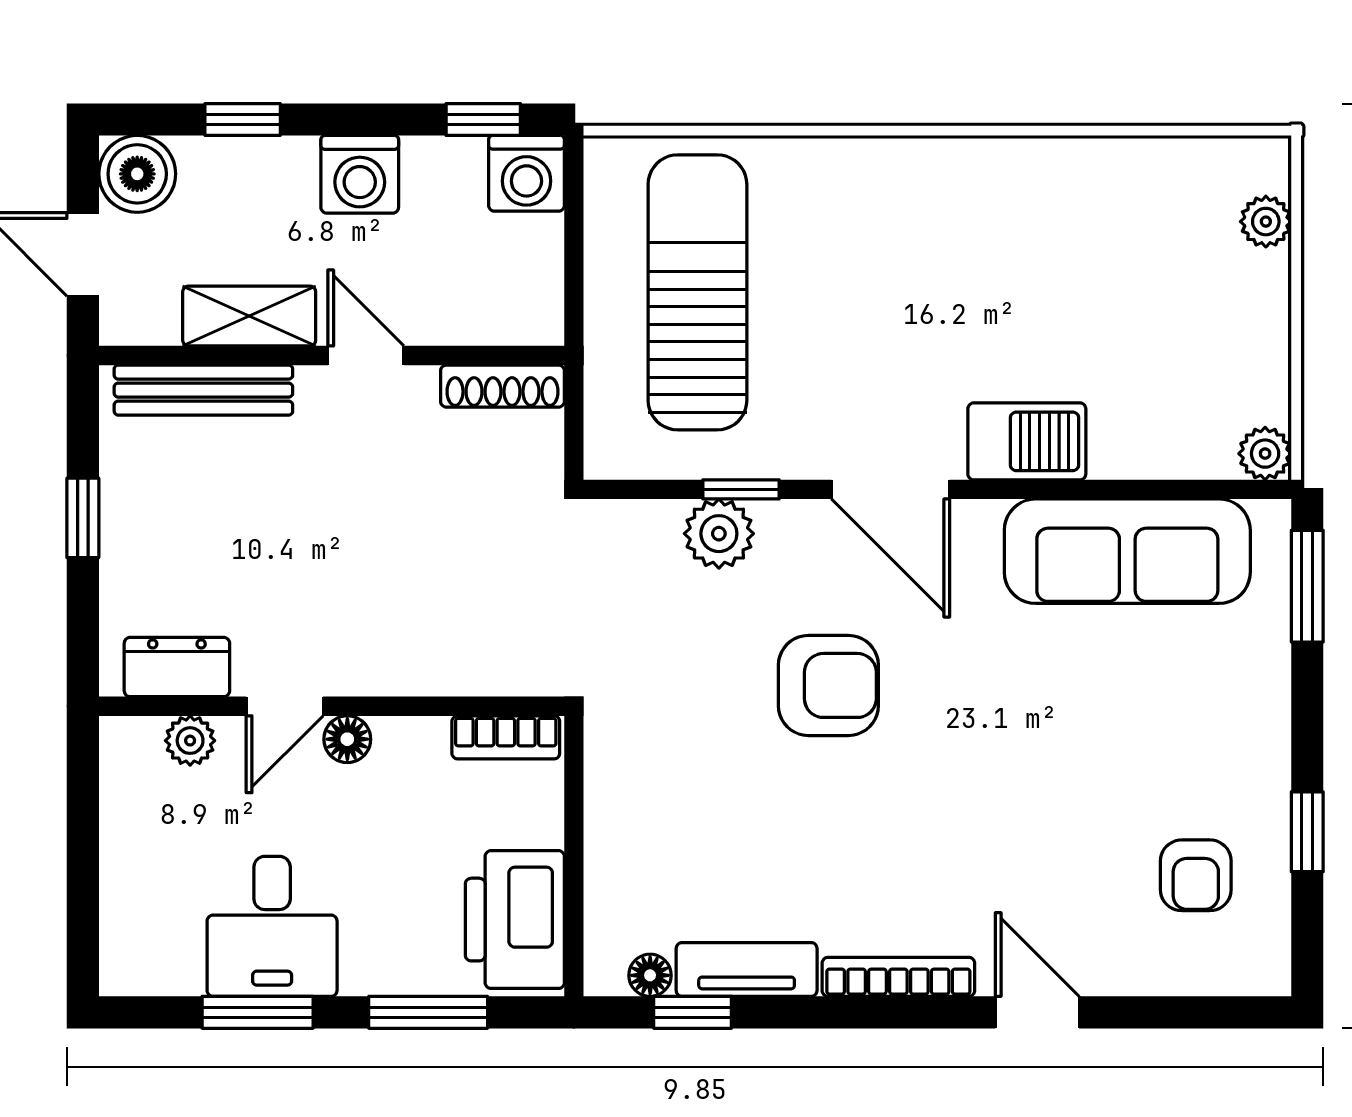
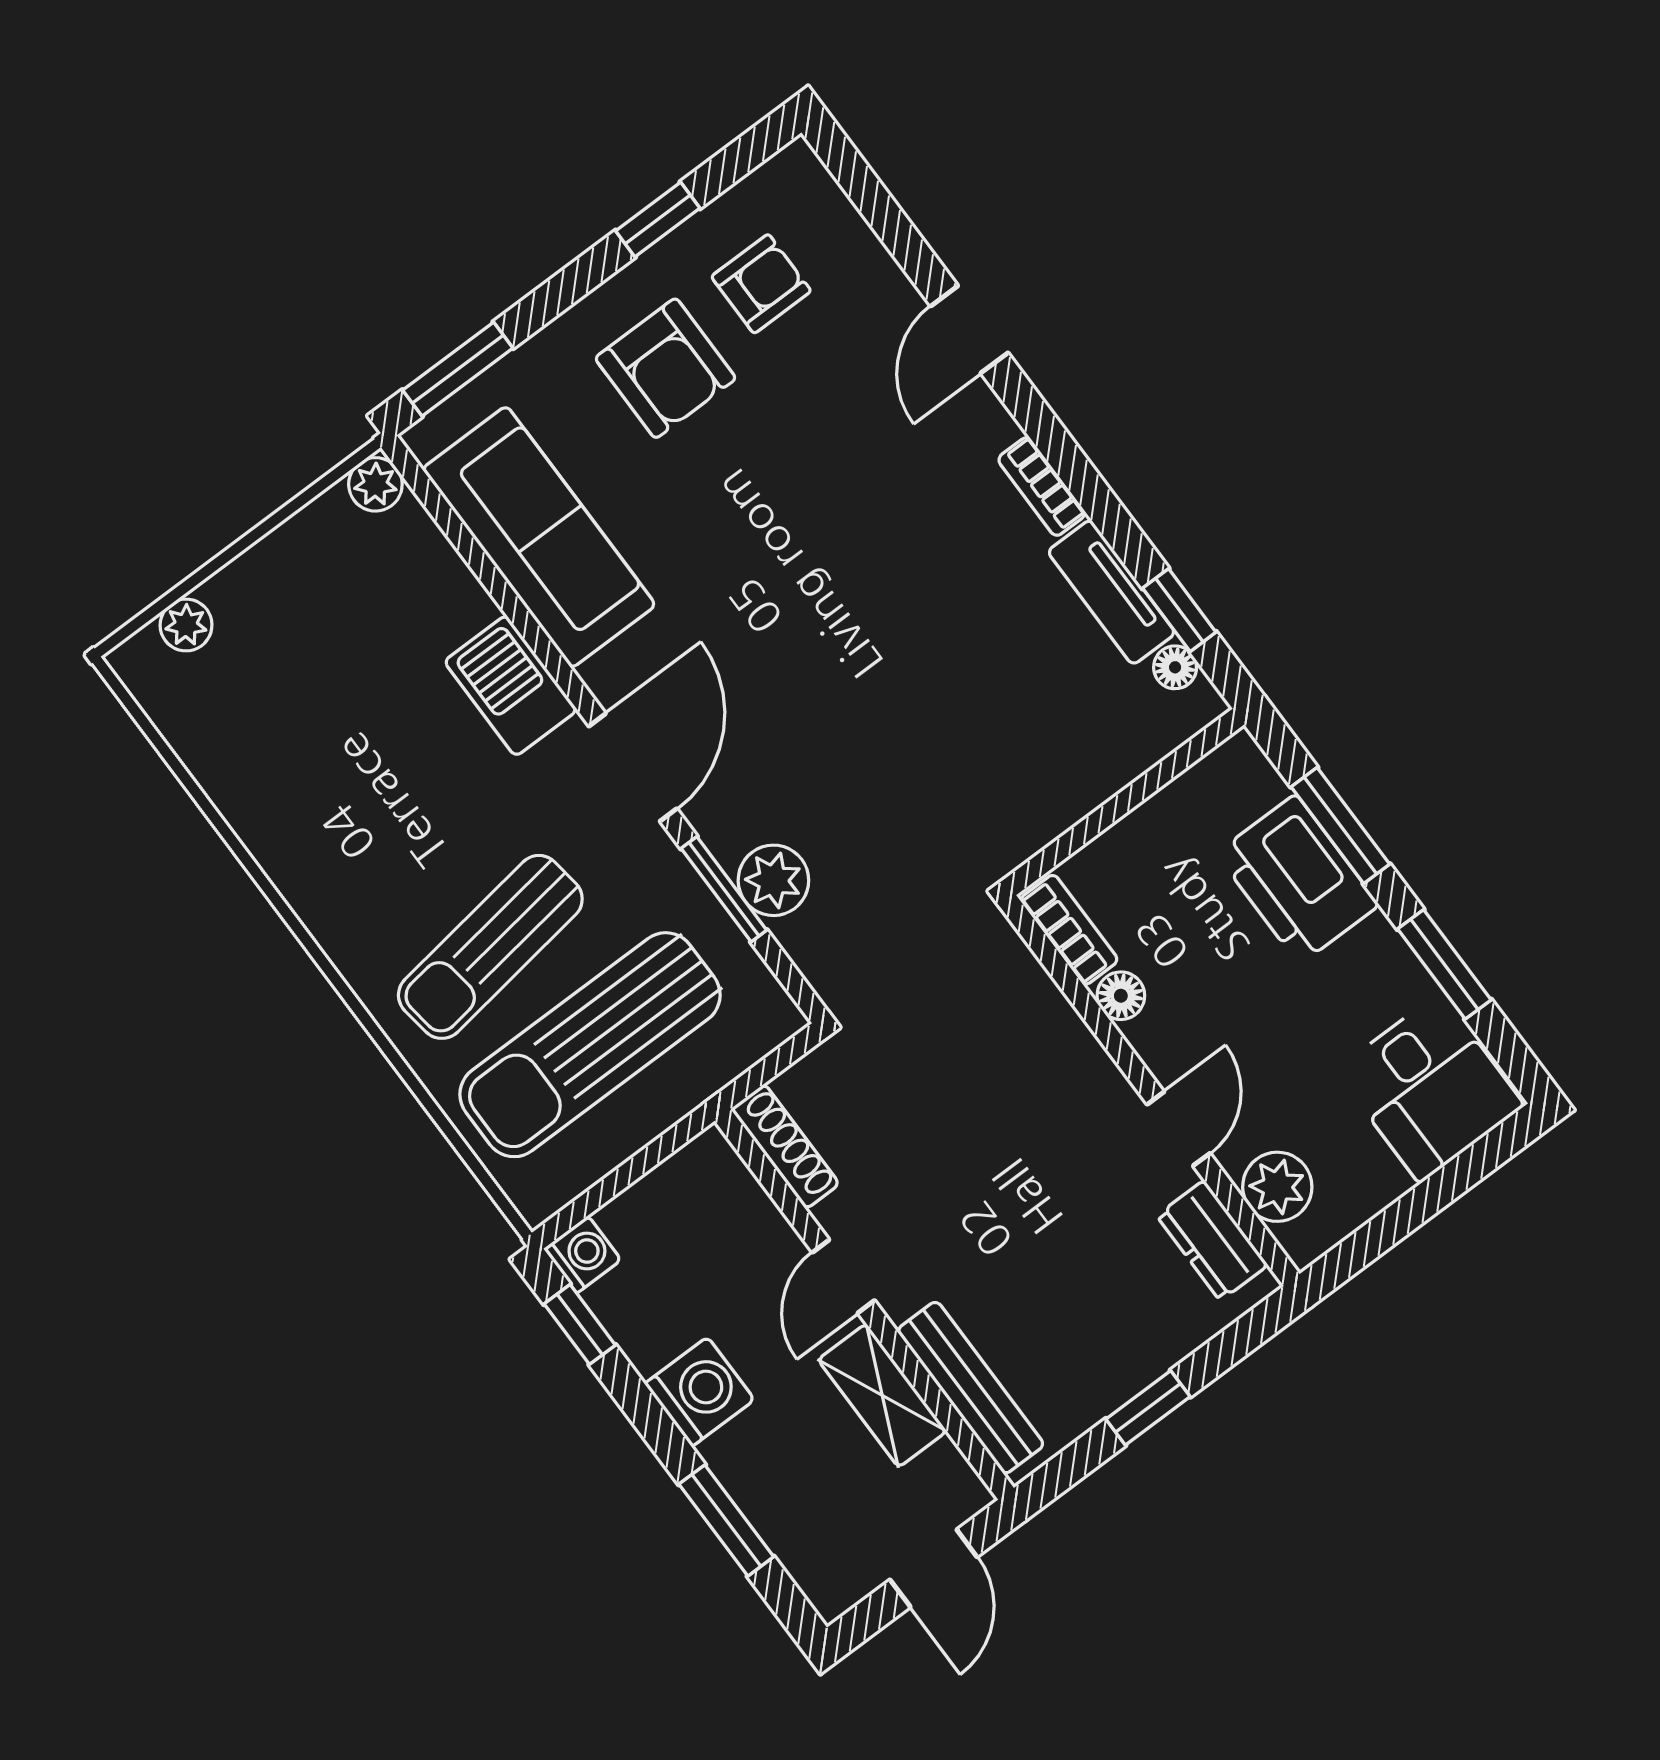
window: (243, 120) -> (726, 1520), width x1.50
washing machine: (526, 173) -> (582, 1254), width x0.73, depth x0.73
boiler: (137, 174) -> (835, 1573), removed
sun lounger: (833, 272) -> (490, 947), added
window: (741, 489) -> (724, 889), width x1.50
armchair: (828, 685) -> (666, 368), moved, turned 180
door: (285, 706) -> (1179, 1129), hinge flipped
floor lamp: (347, 739) -> (1121, 996), moved
plant: (190, 741) -> (1277, 1187), width x1.38, depth x1.38
printer: (515, 920) -> (1298, 879), moved, turned 90
desk: (272, 926) -> (1430, 1088), moved, turned 90
bookcase: (898, 977) -> (1042, 486), width x0.64

